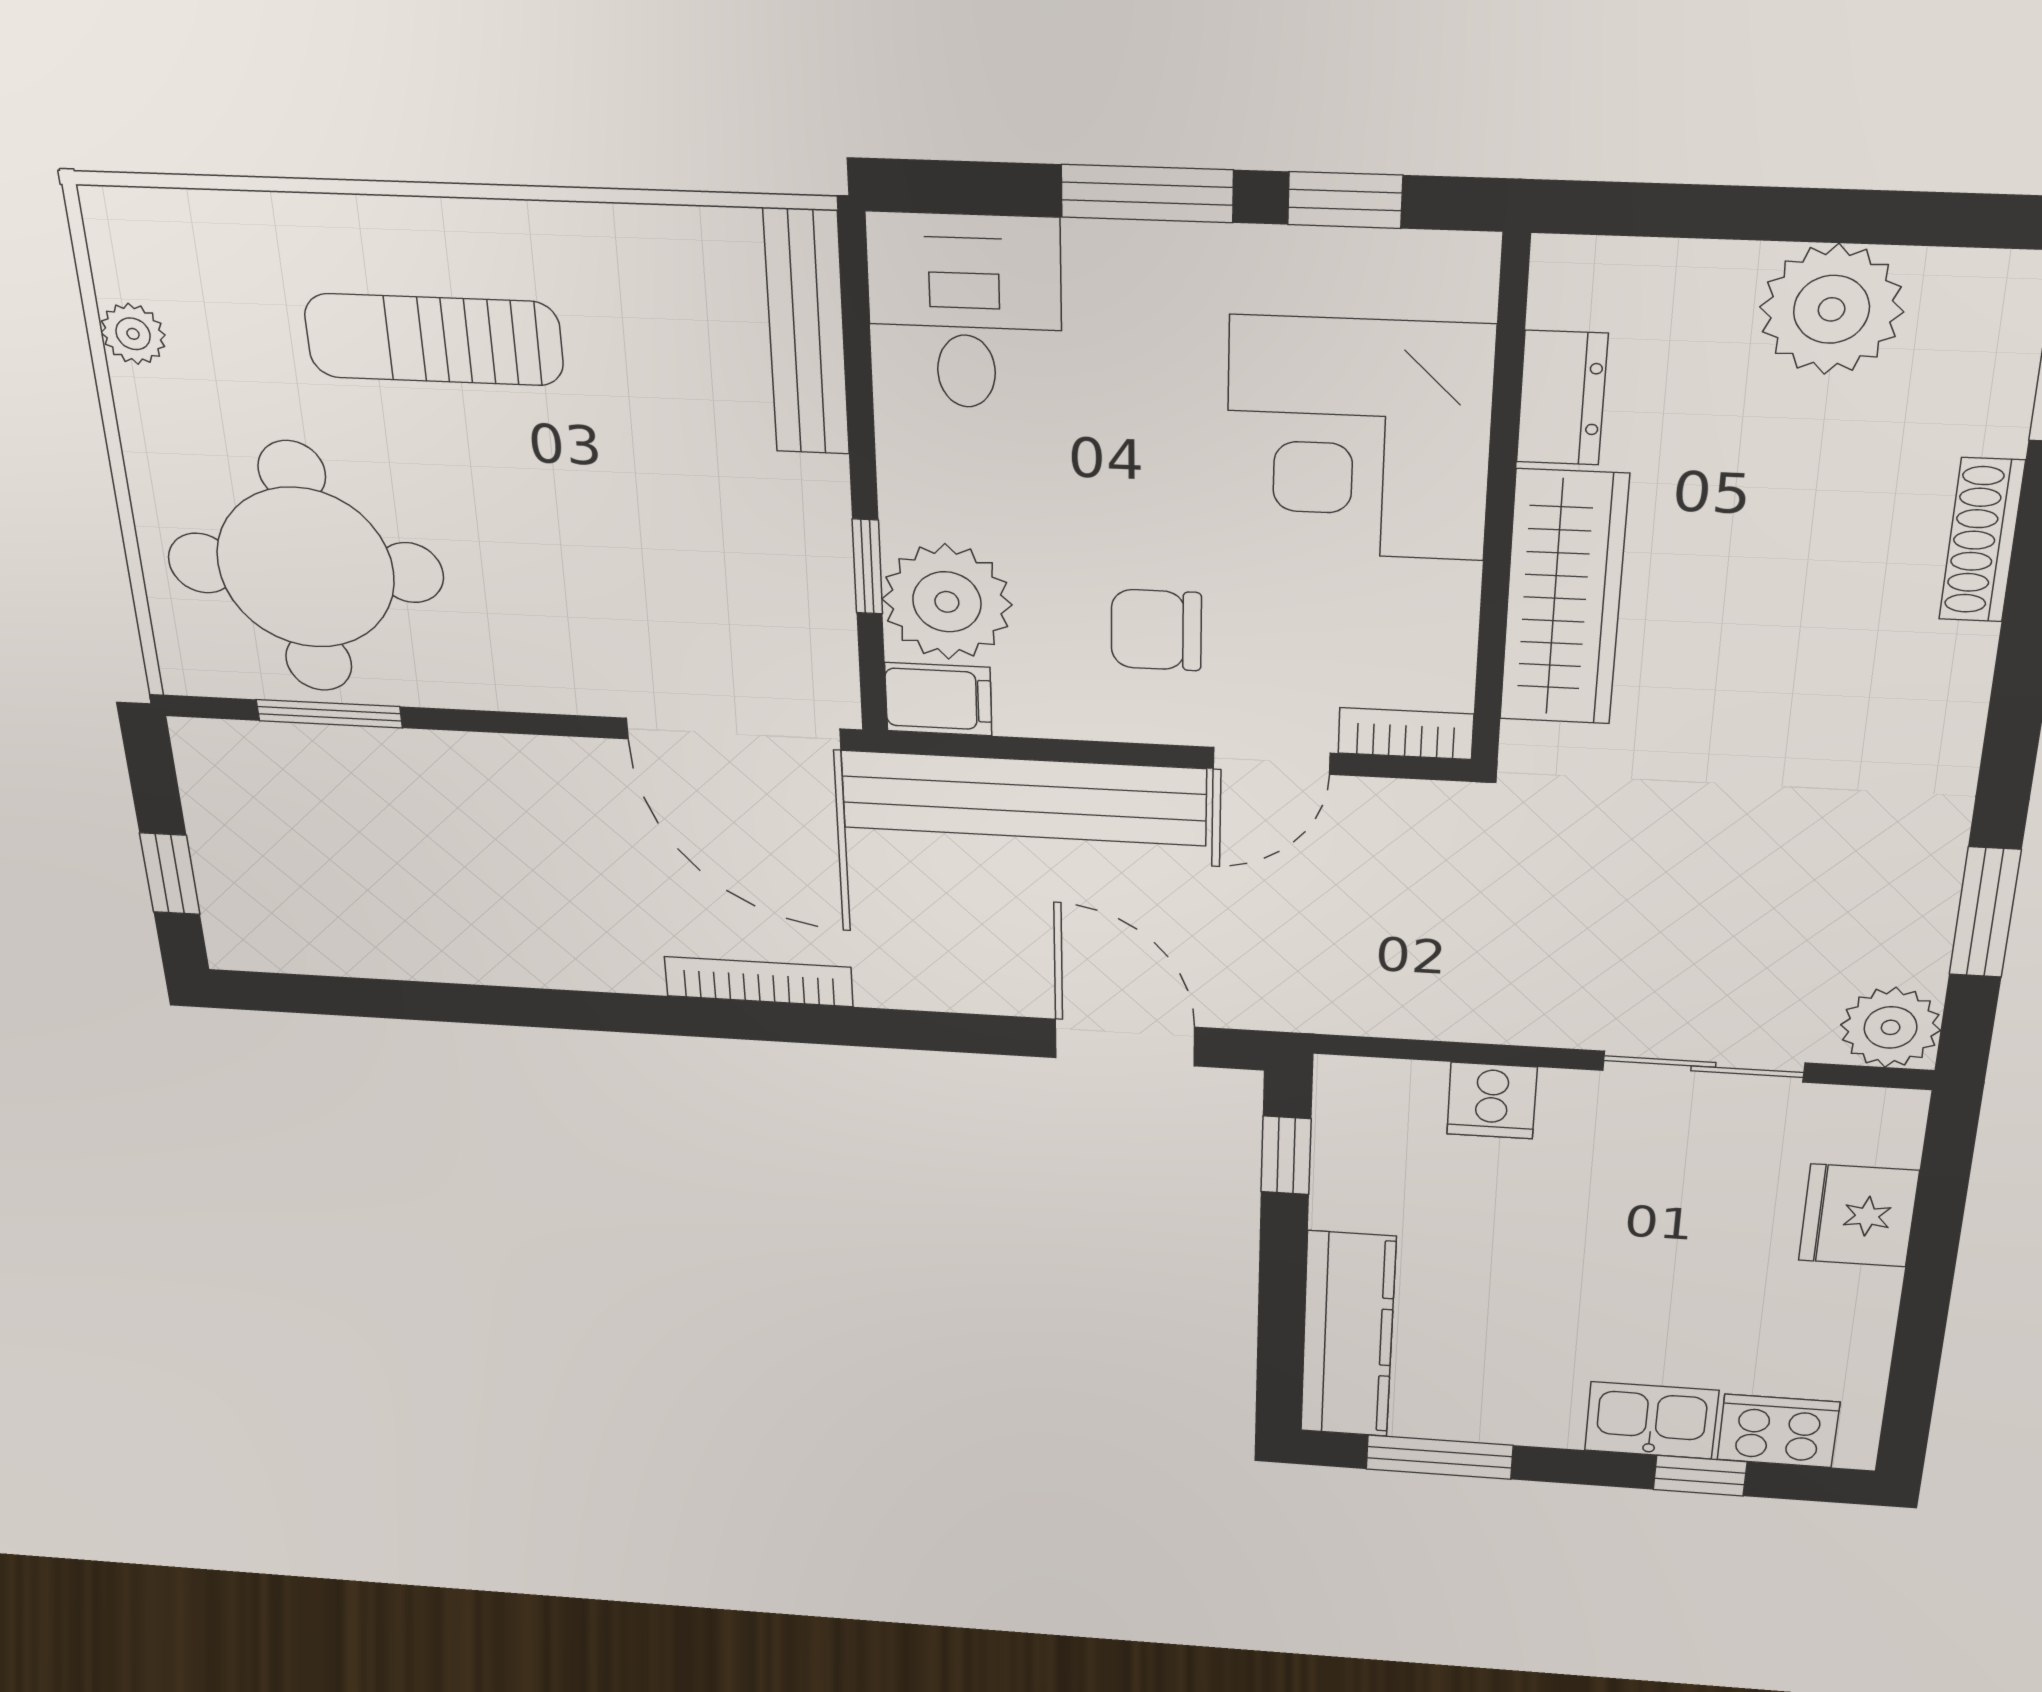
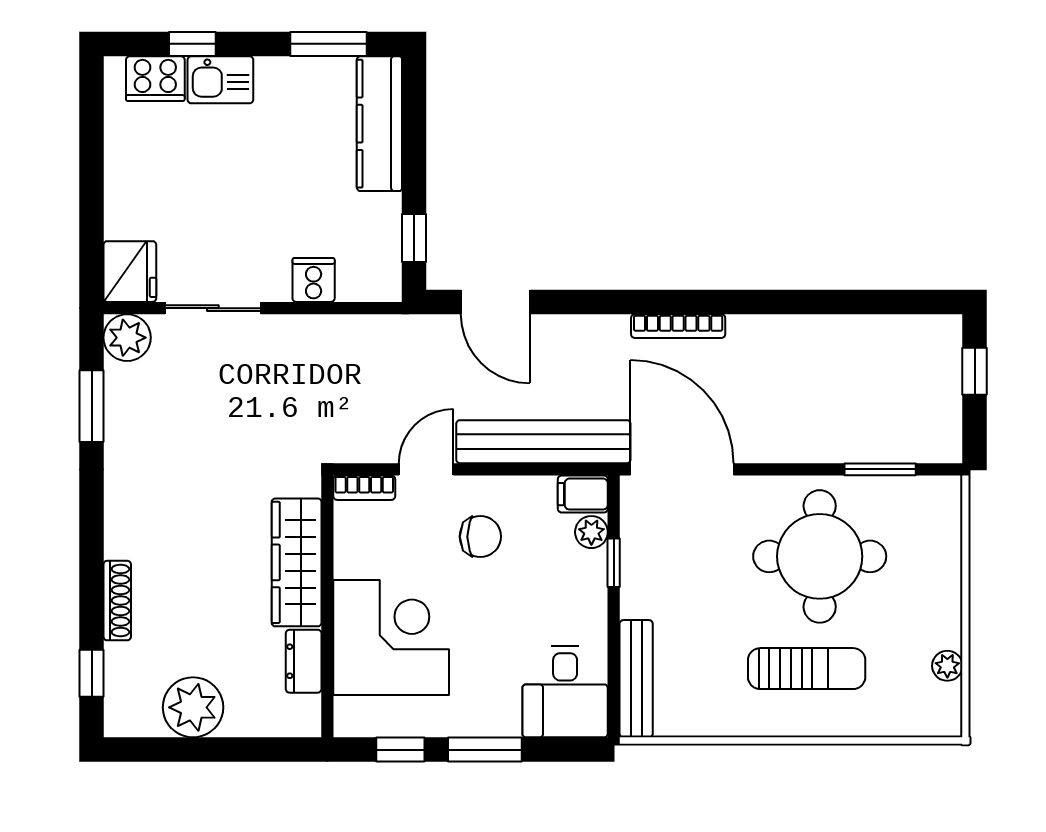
round table: (305, 568) -> (820, 556), moved
plant: (947, 602) -> (591, 532), width x0.53, depth x0.53
fridge: (1858, 1216) -> (130, 272), moved

